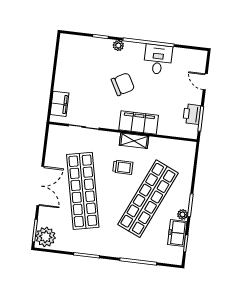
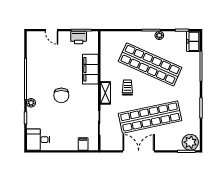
desk: (158, 59) -> (38, 140), moved
door: (205, 82) -> (52, 30), hinge flipped
chair: (123, 84) -> (61, 95), turned -151
filing cabinet: (60, 104) -> (83, 144), width x0.50
filing cabinet: (139, 122) -> (90, 69), moved
shelving: (134, 141) -> (105, 93), moved
double door: (40, 186) -> (139, 151), moved
freezer: (177, 233) -> (193, 41), moved, turned 90

